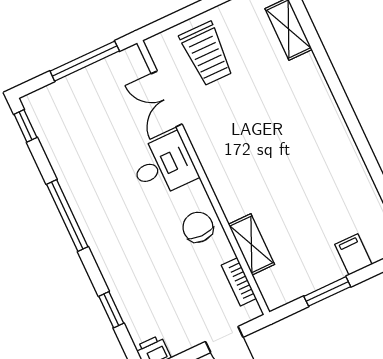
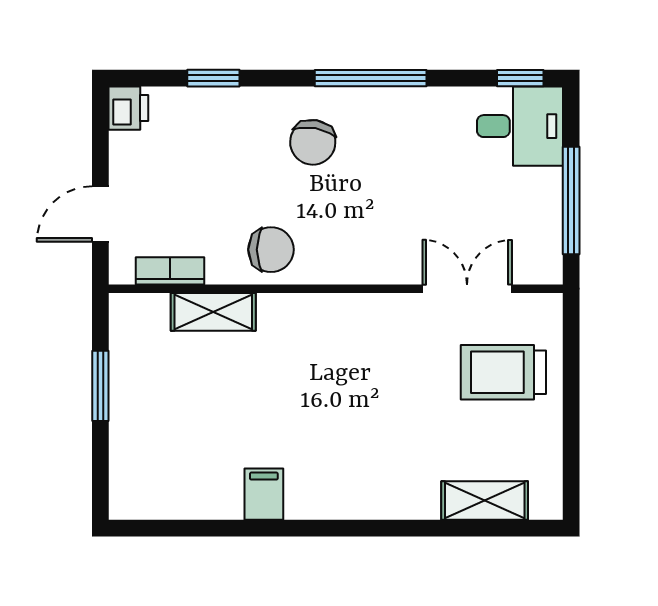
desk: (163, 165) -> (520, 126), moved, turned -90
chair: (122, 232) -> (313, 142), added
filing cabinet: (353, 254) -> (264, 494), moved, turned -90

